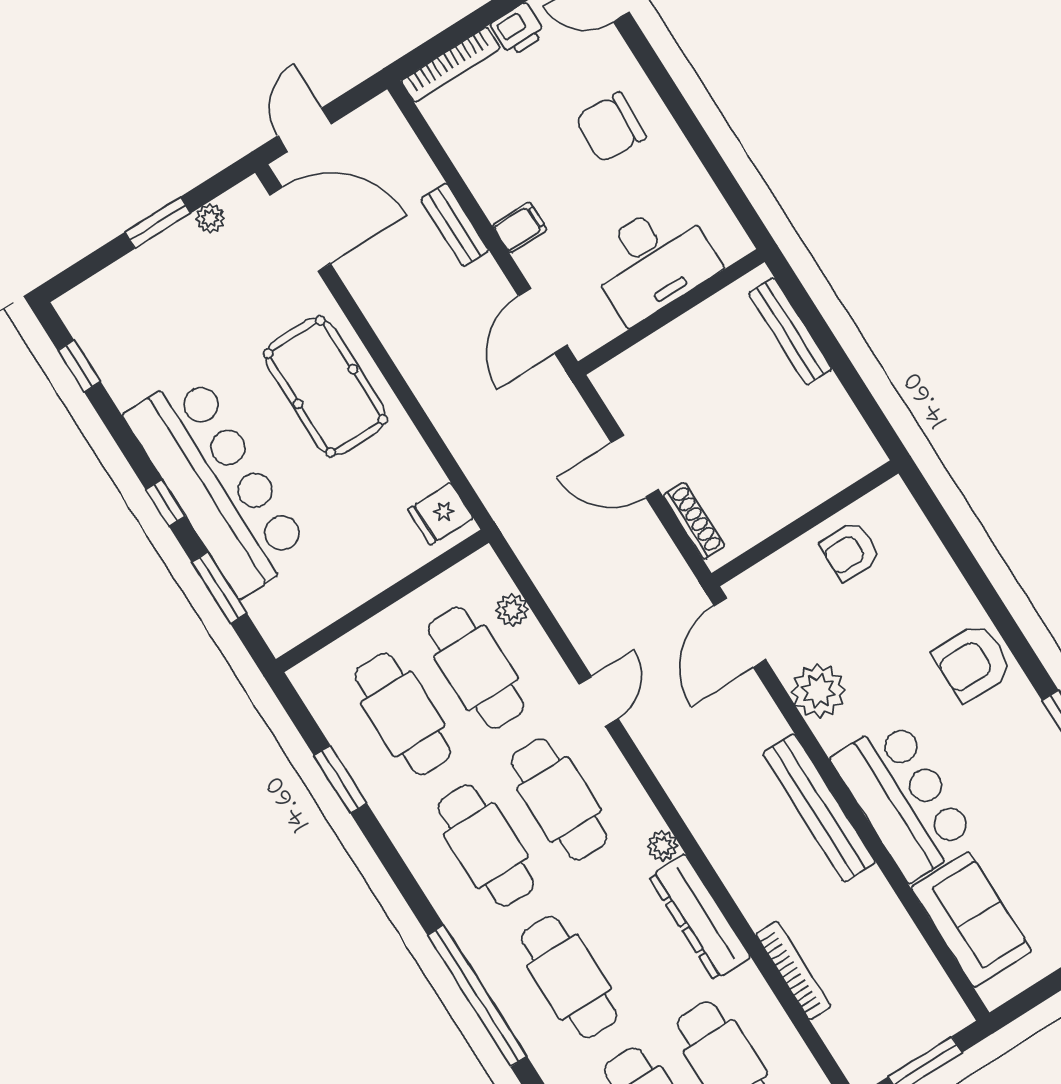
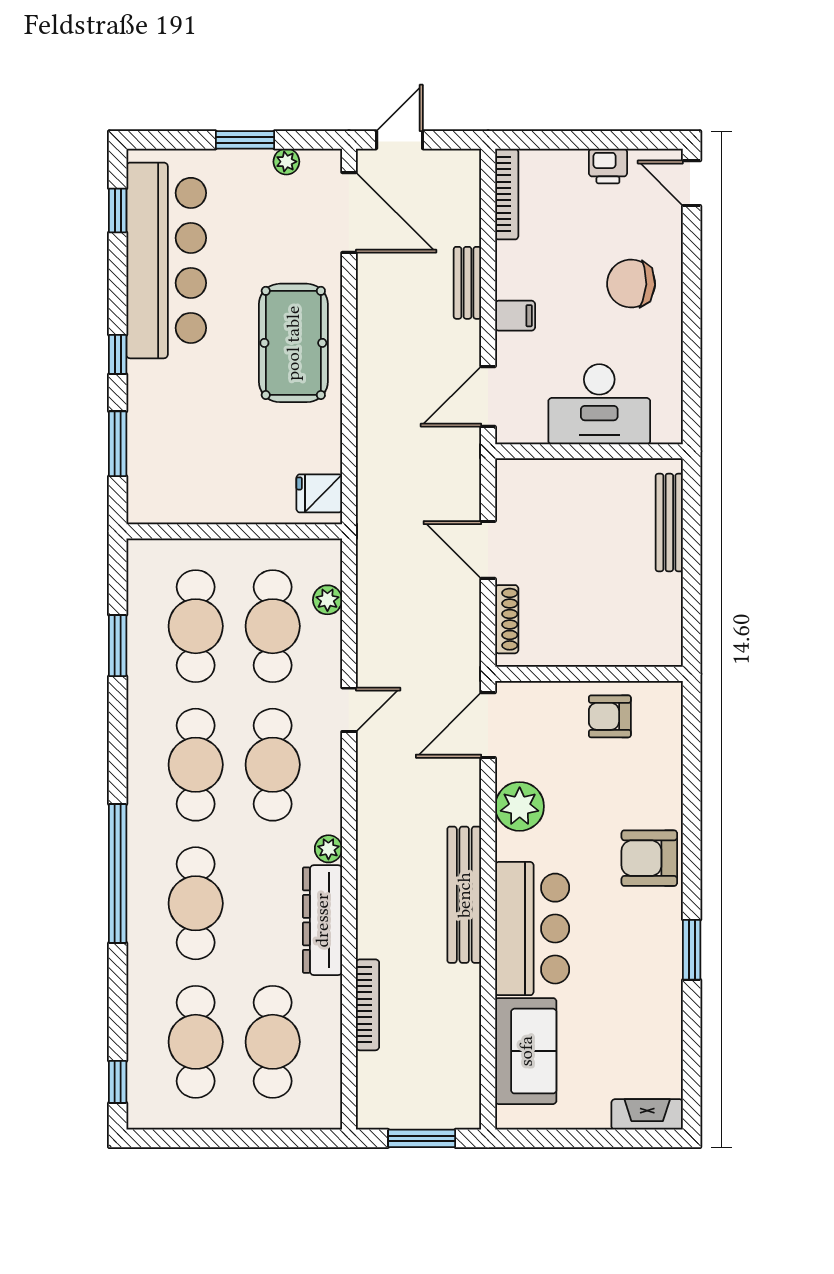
bookcase: (451, 65) -> (507, 194), moved, turned -90
bar counter: (218, 484) -> (166, 260), moved

